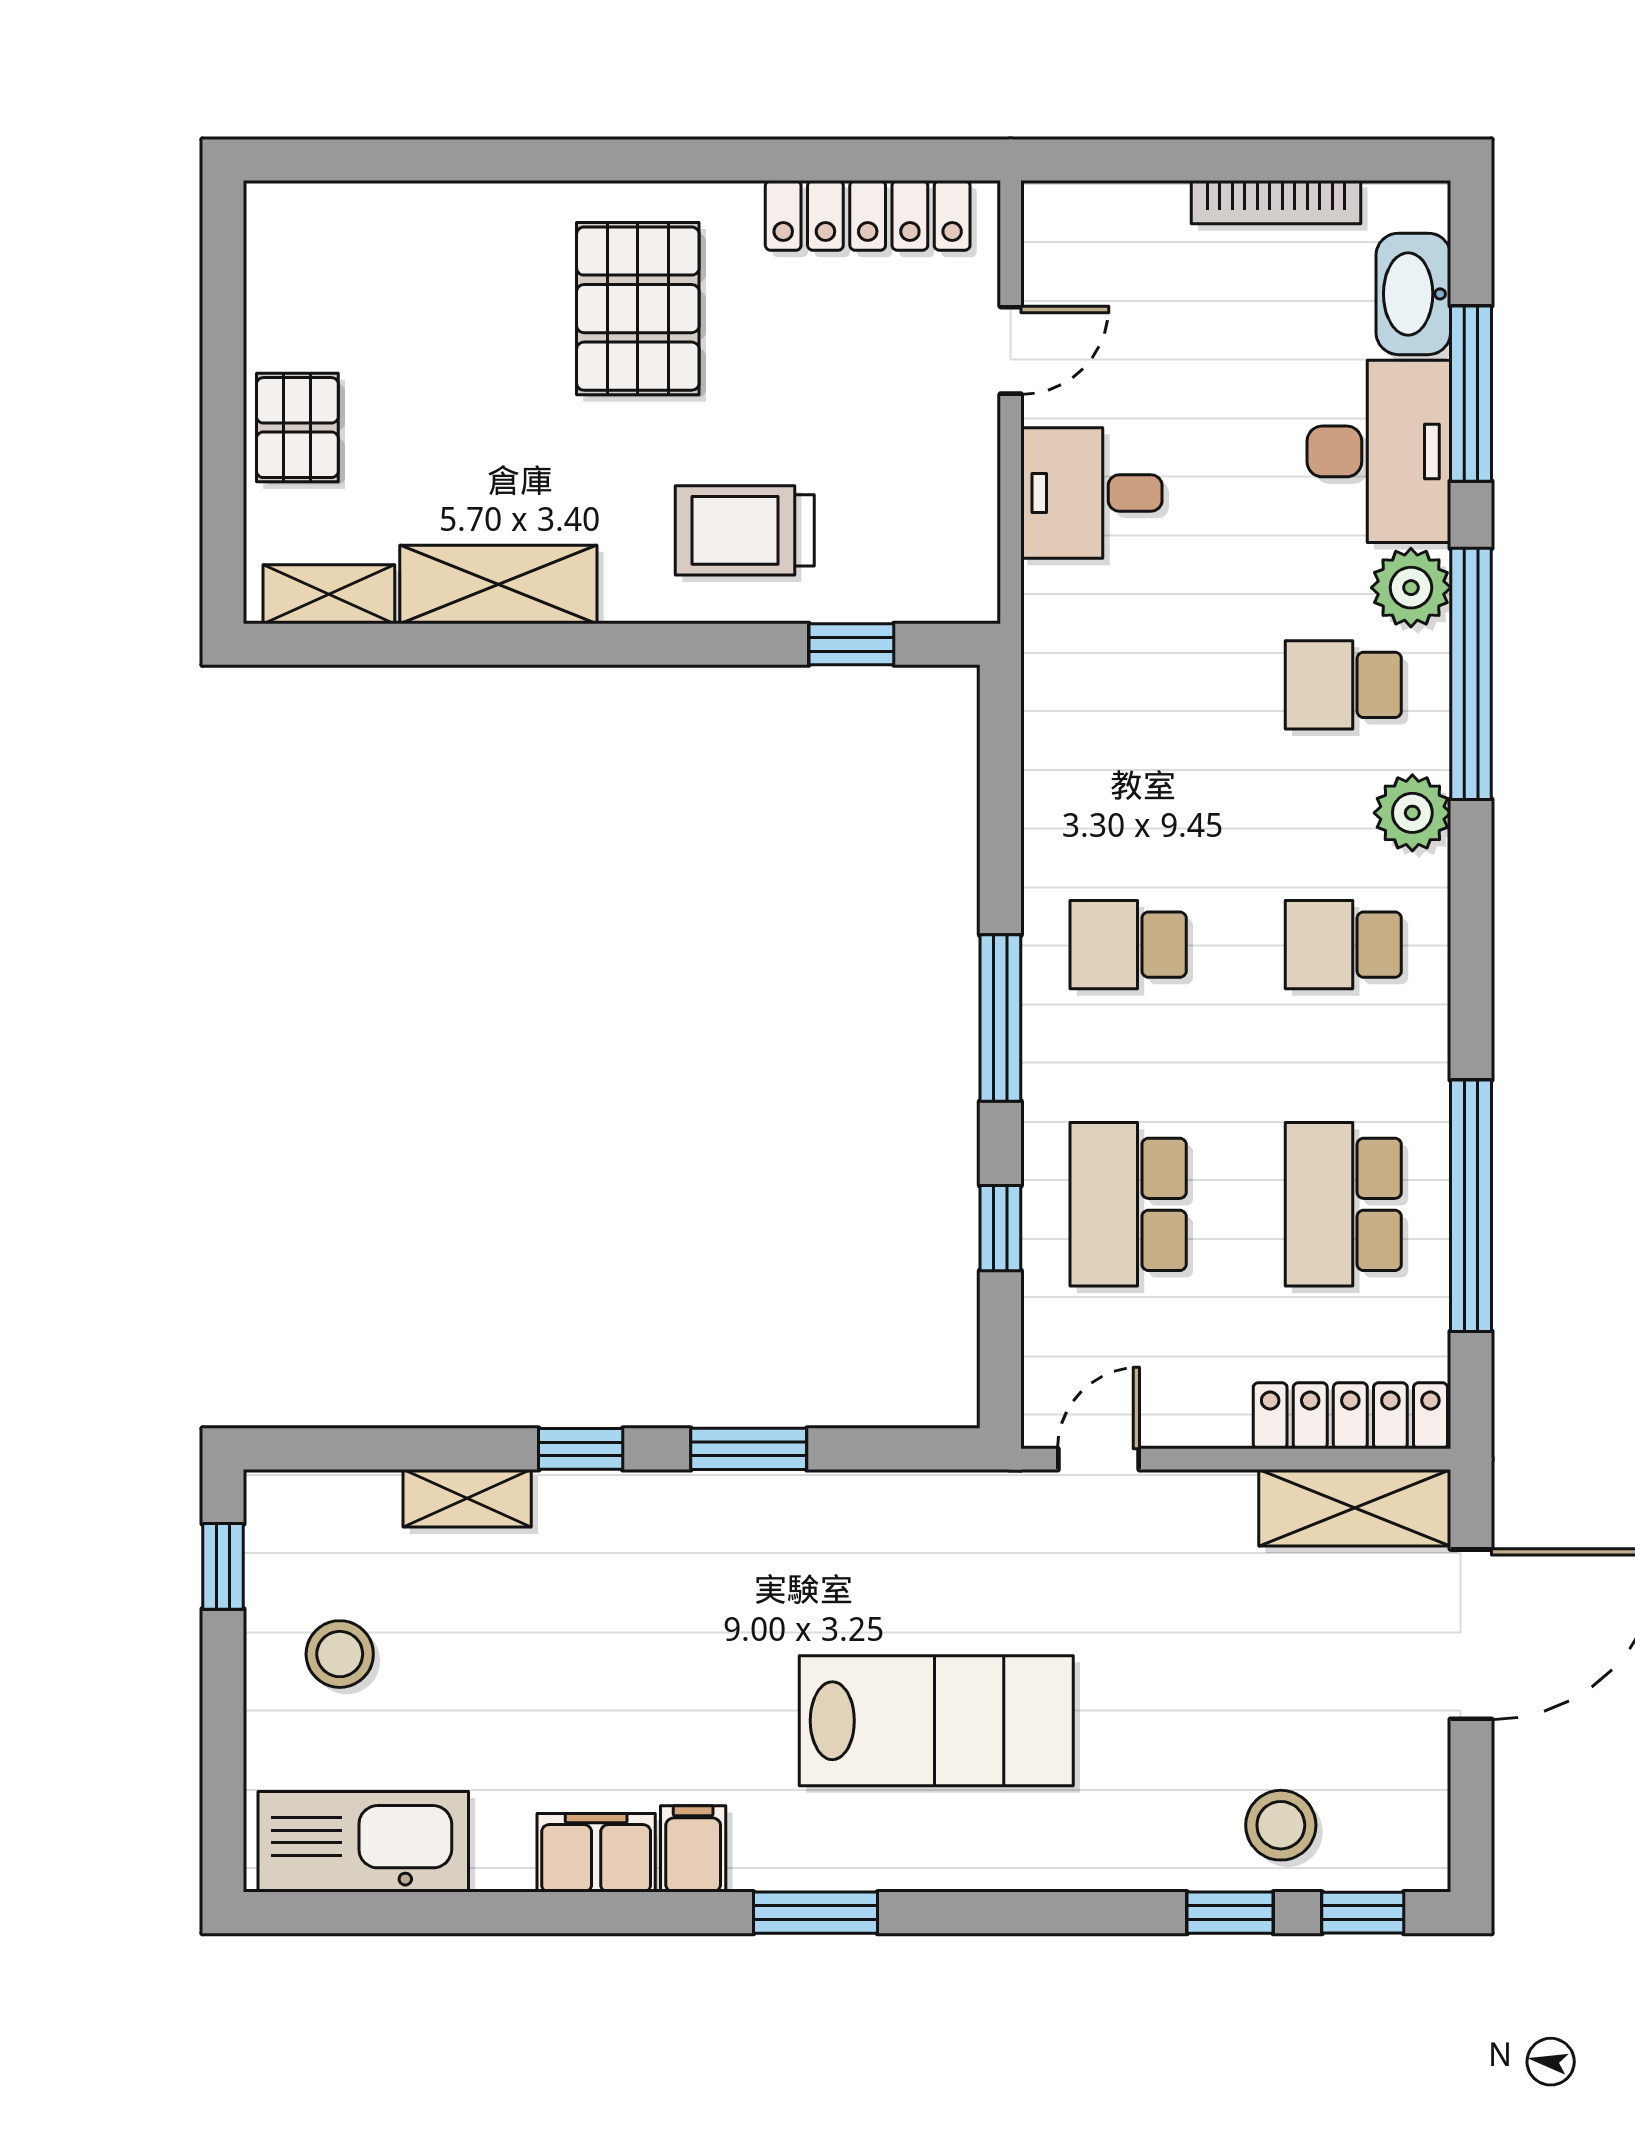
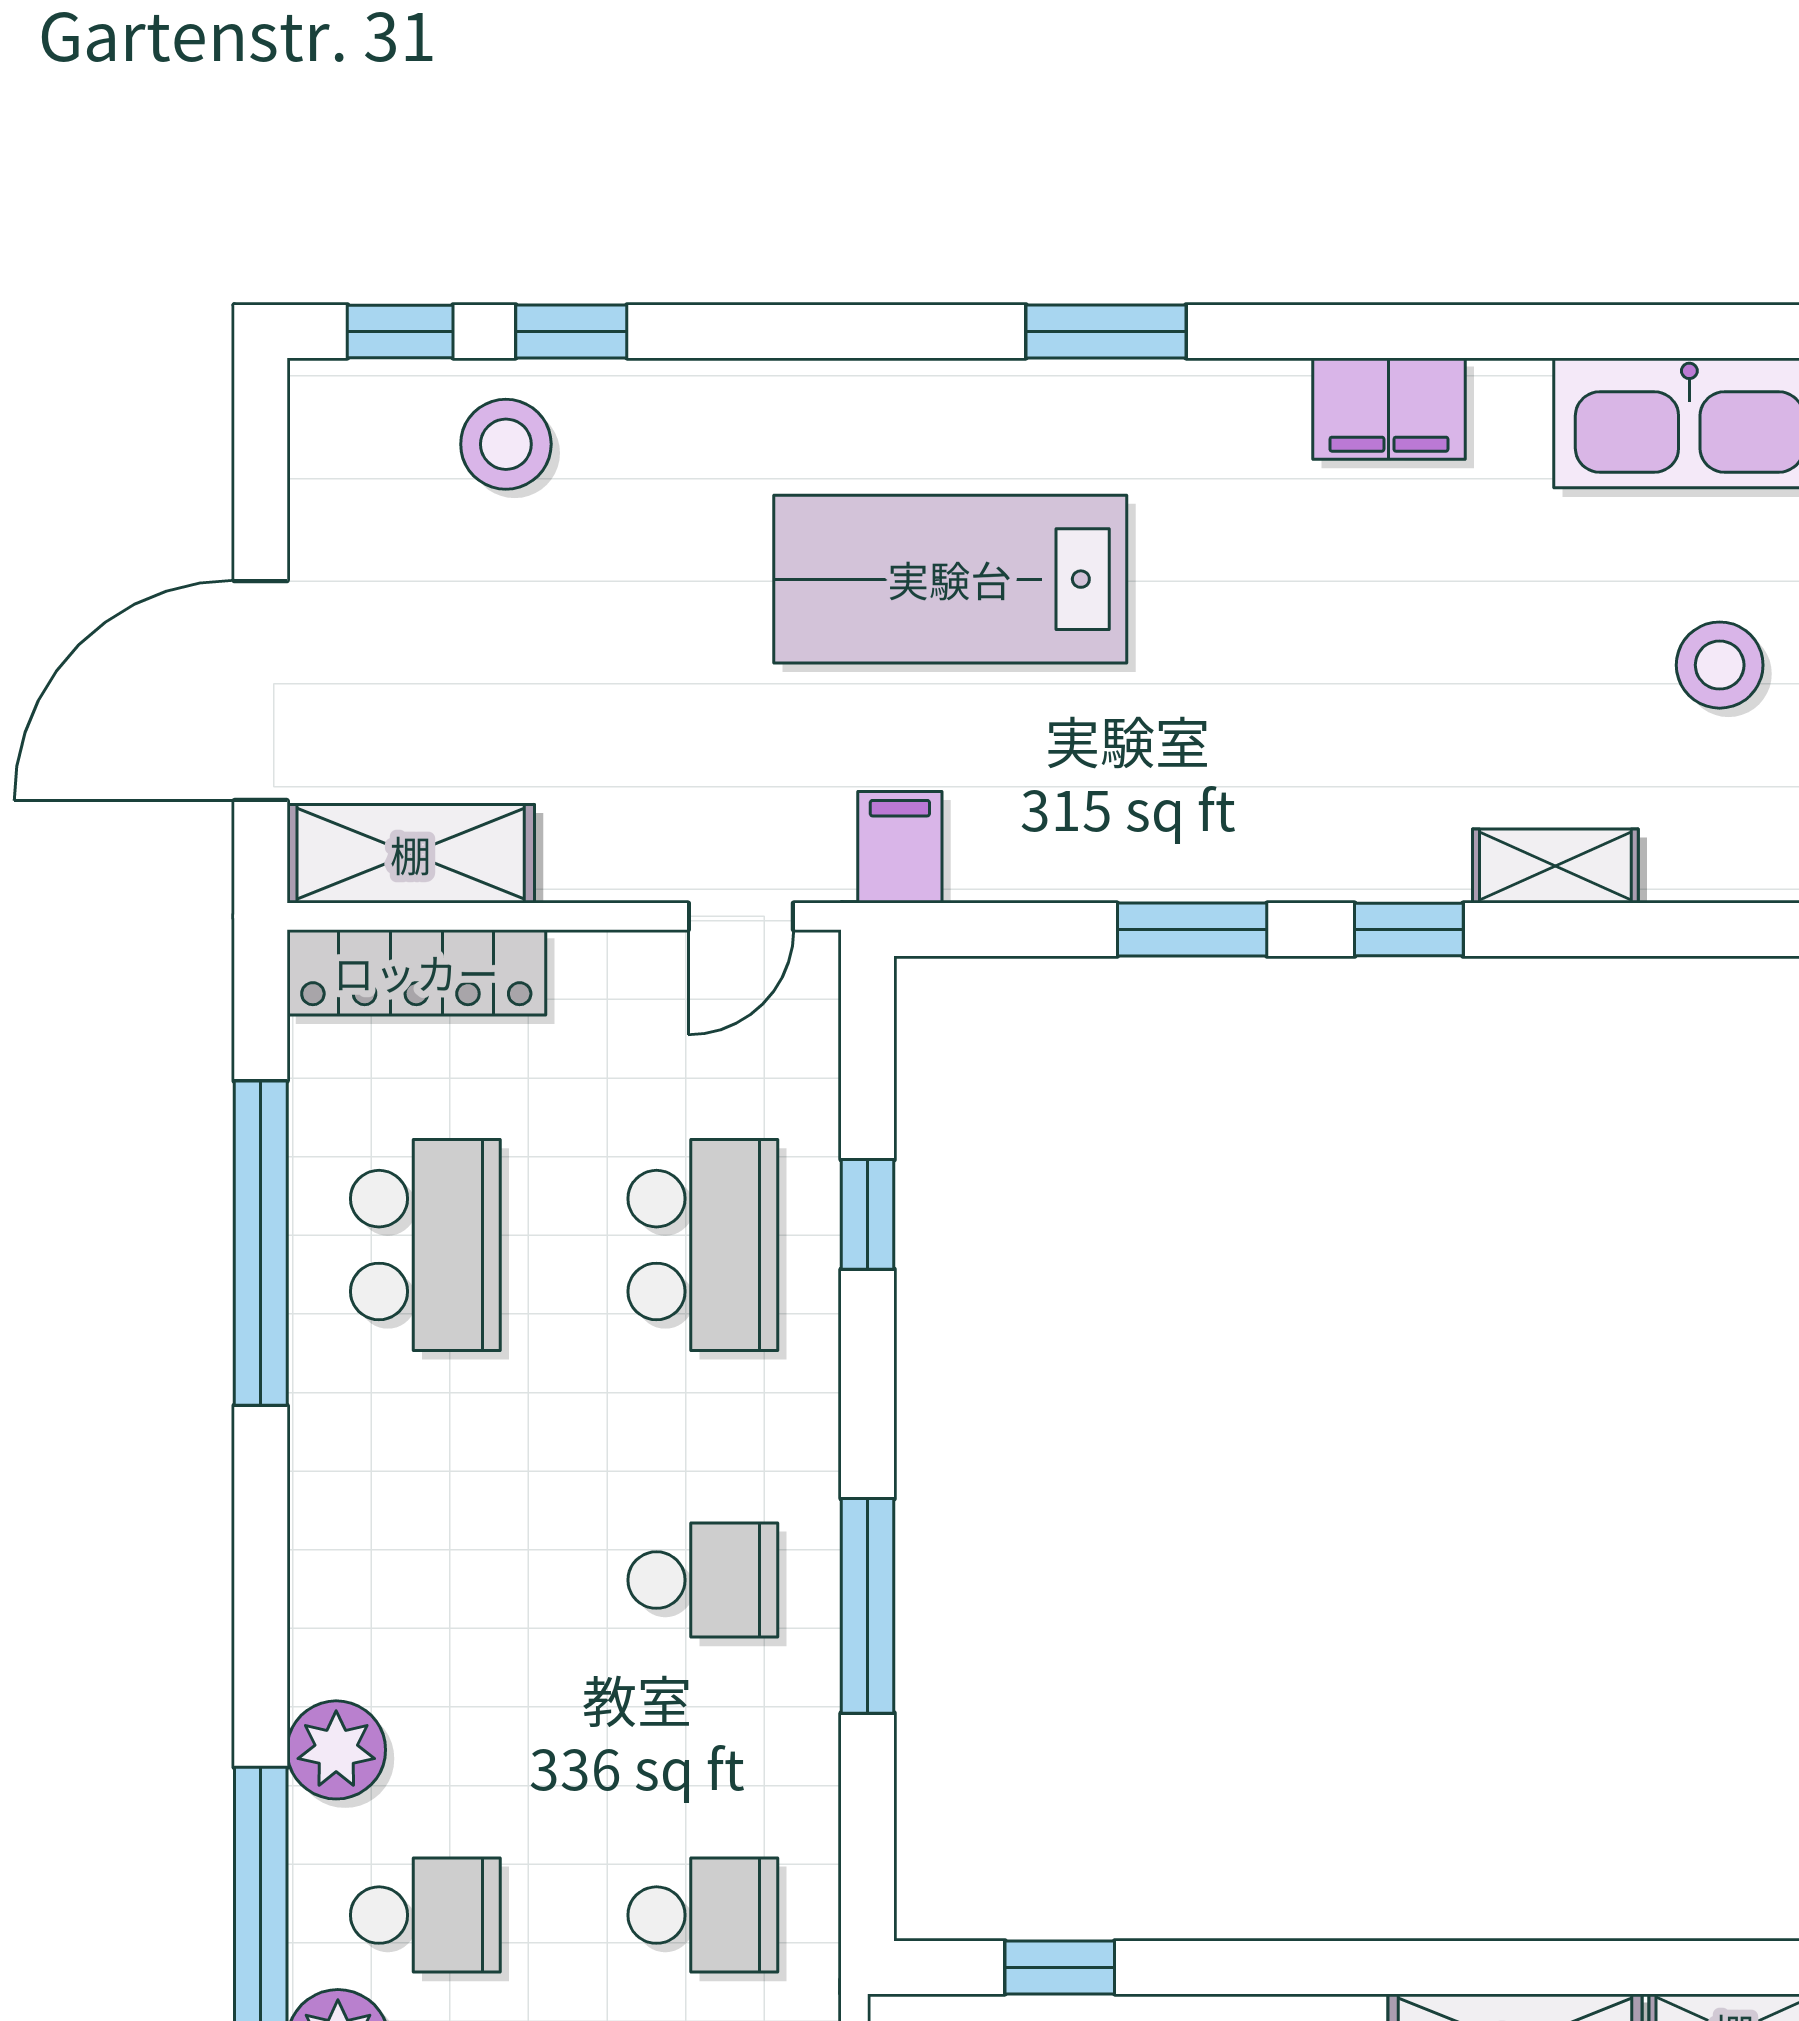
school desk: (1343, 945) -> (703, 1915), moved
window: (1000, 1018) -> (868, 1606), moved
filing cabinet: (693, 1849) -> (900, 847), moved, turned 180

